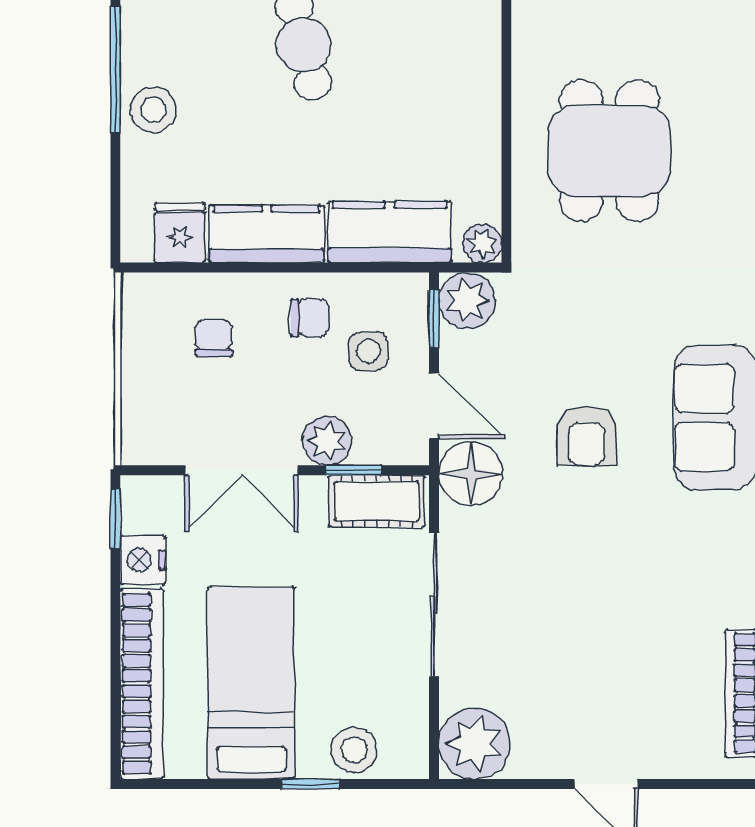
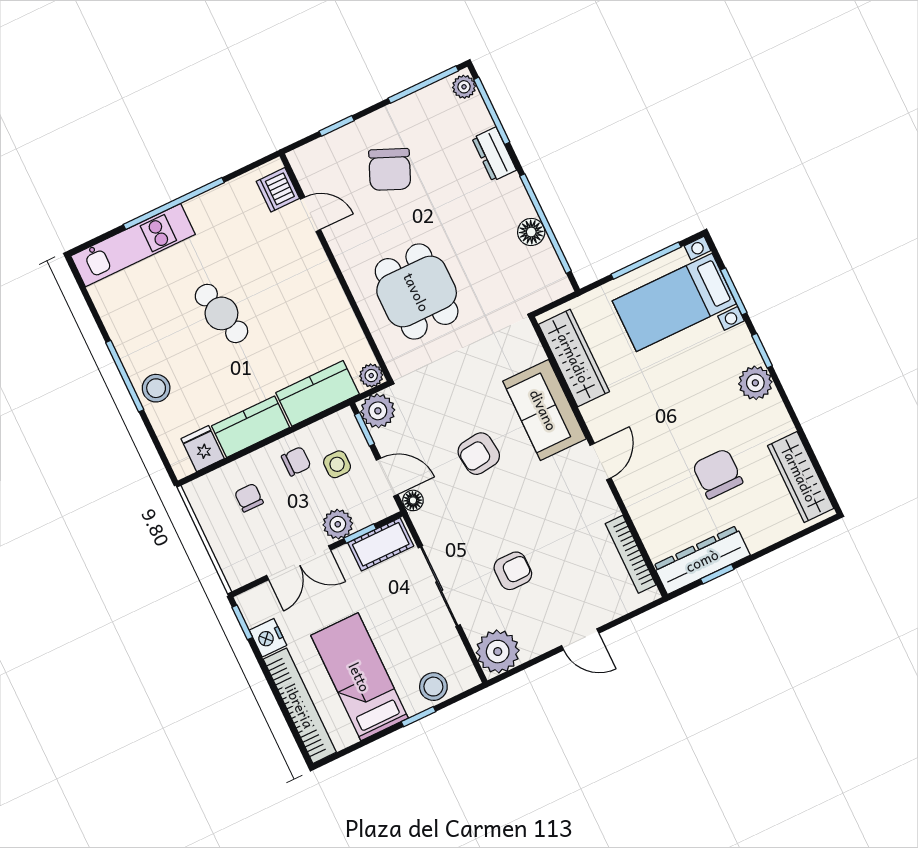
armchair: (587, 436) -> (479, 454), turned 83
floor lamp: (471, 474) -> (413, 500), width x0.53, depth x0.53
armchair: (554, 634) -> (513, 571), added

